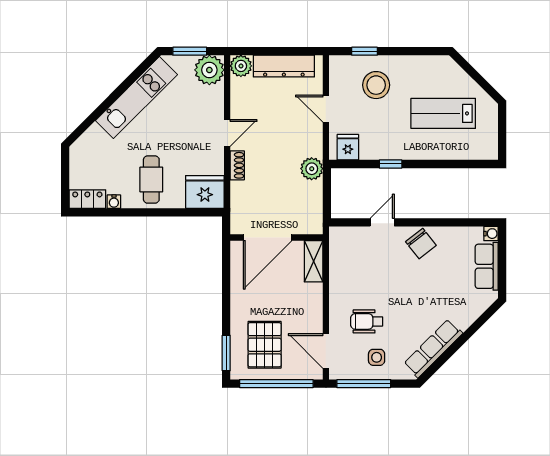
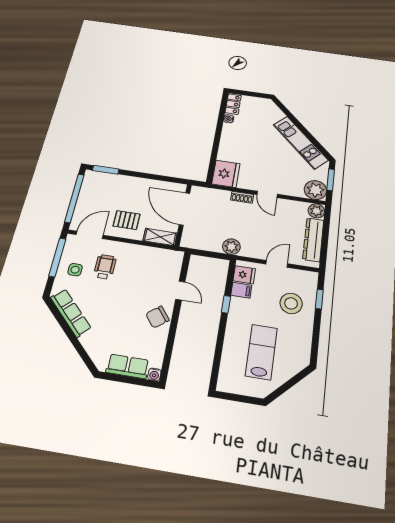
filing cabinet: (369, 148) -> (241, 290), added
cafe table: (151, 180) -> (240, 143), removed
pallet: (265, 345) -> (127, 220), moved, width x0.67, depth x0.71

